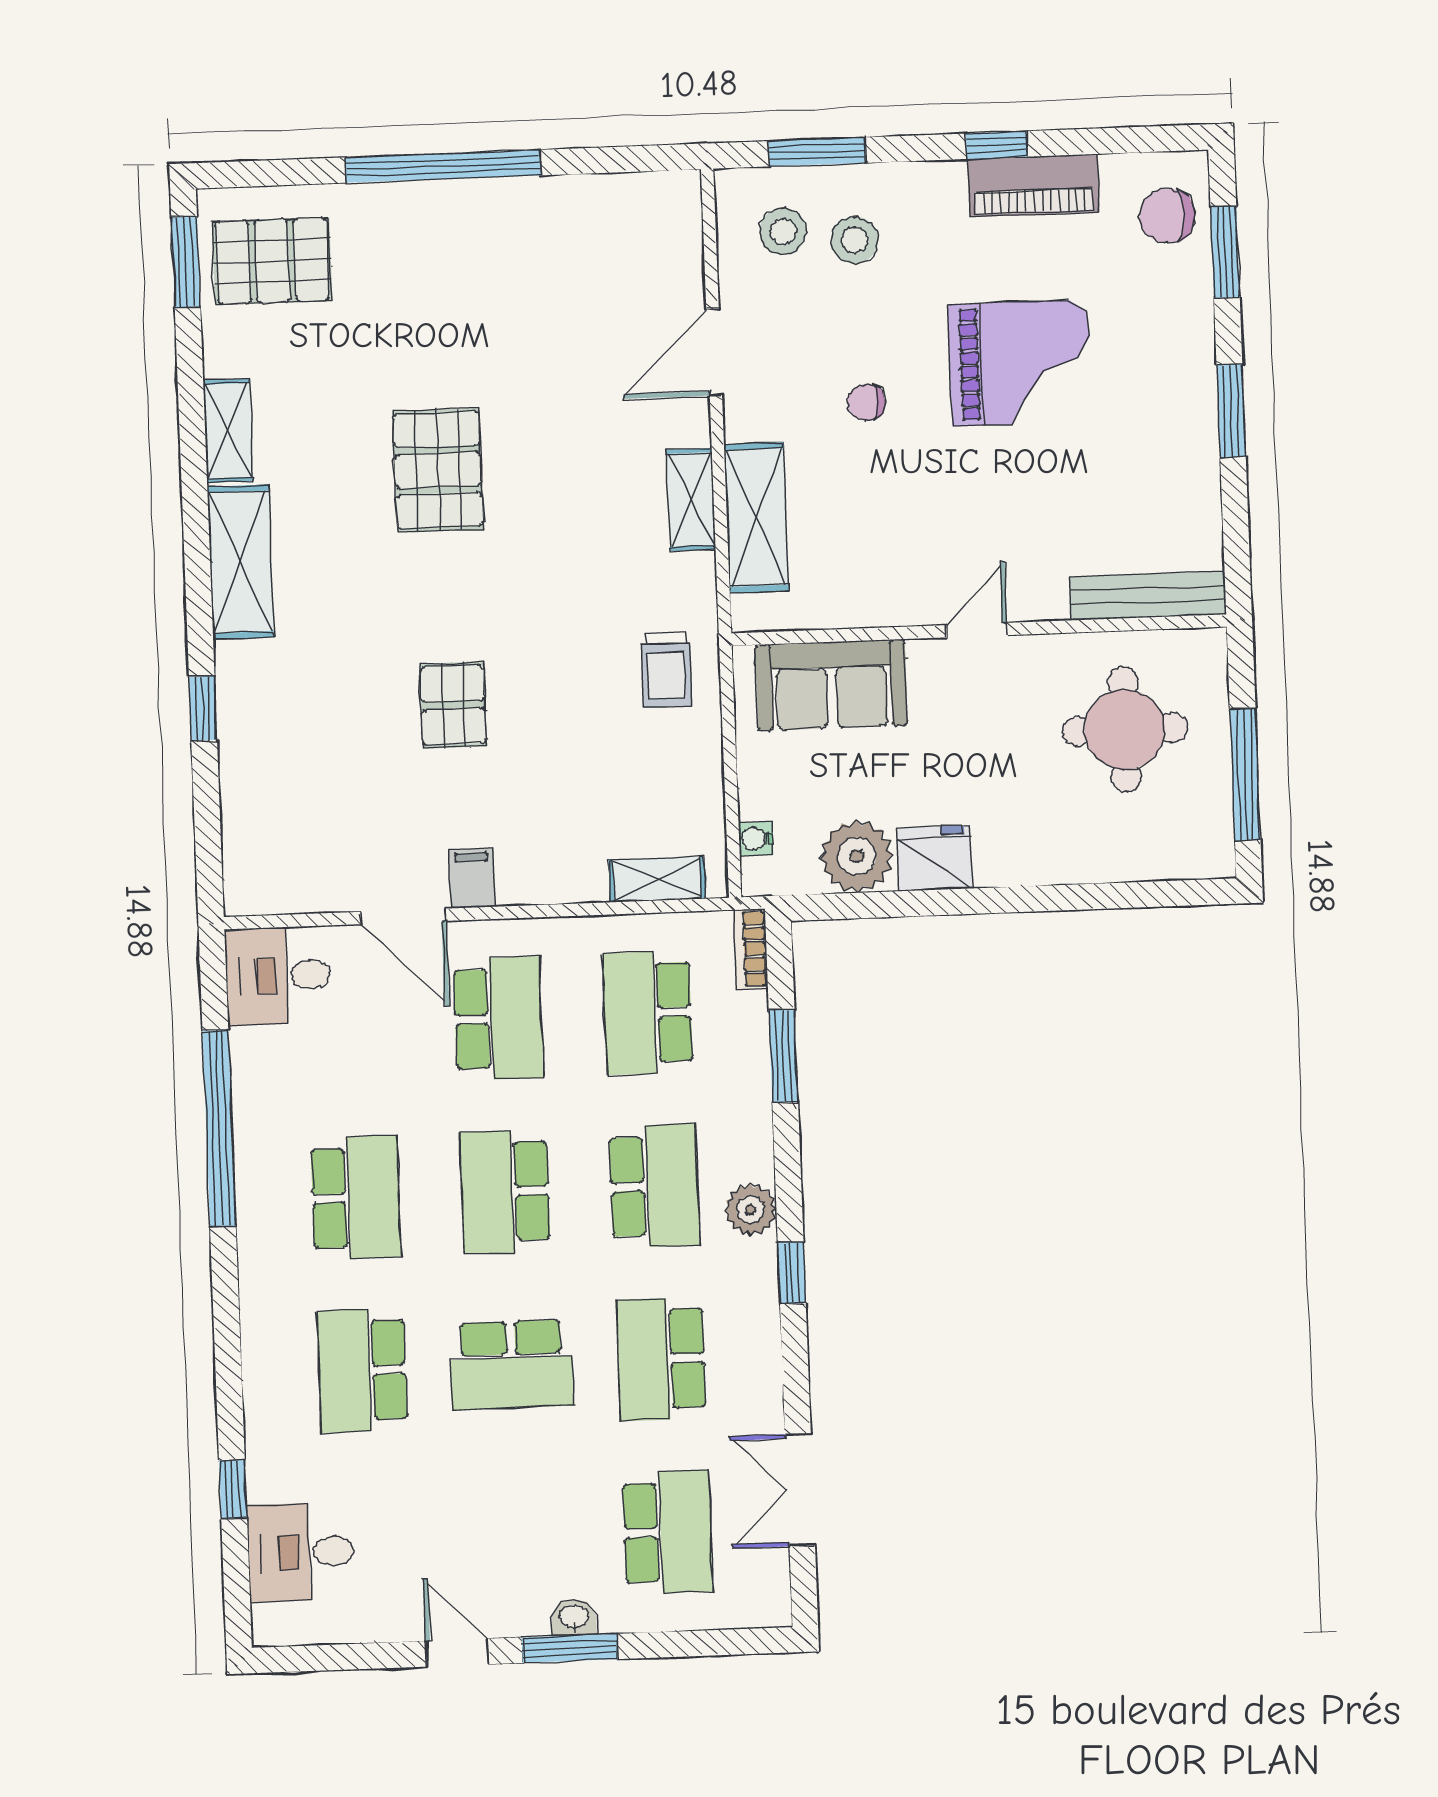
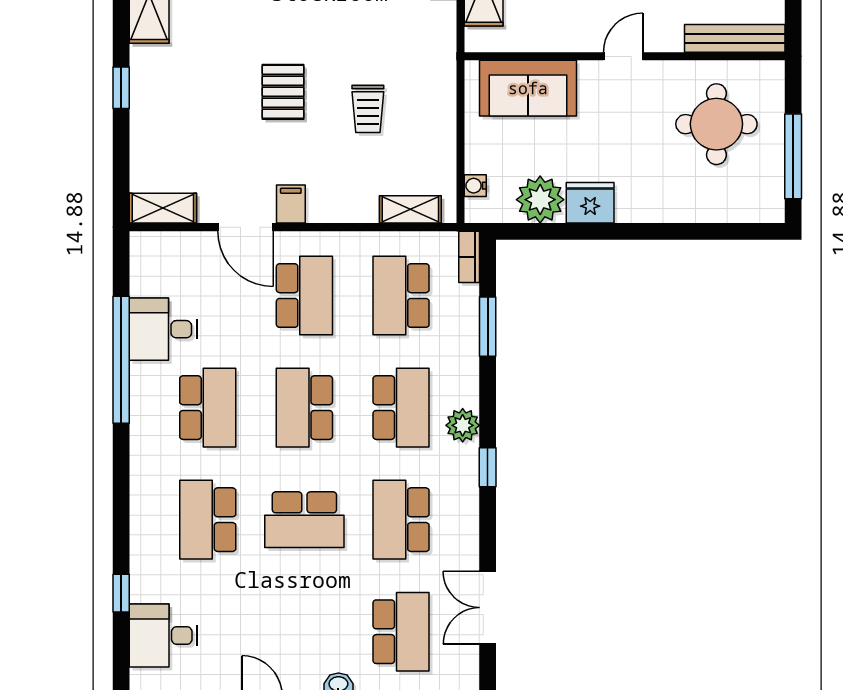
trolley: (667, 670) -> (368, 109), moved
shelving: (275, 892) -> (163, 208), added
desk: (278, 976) -> (163, 329), moved

